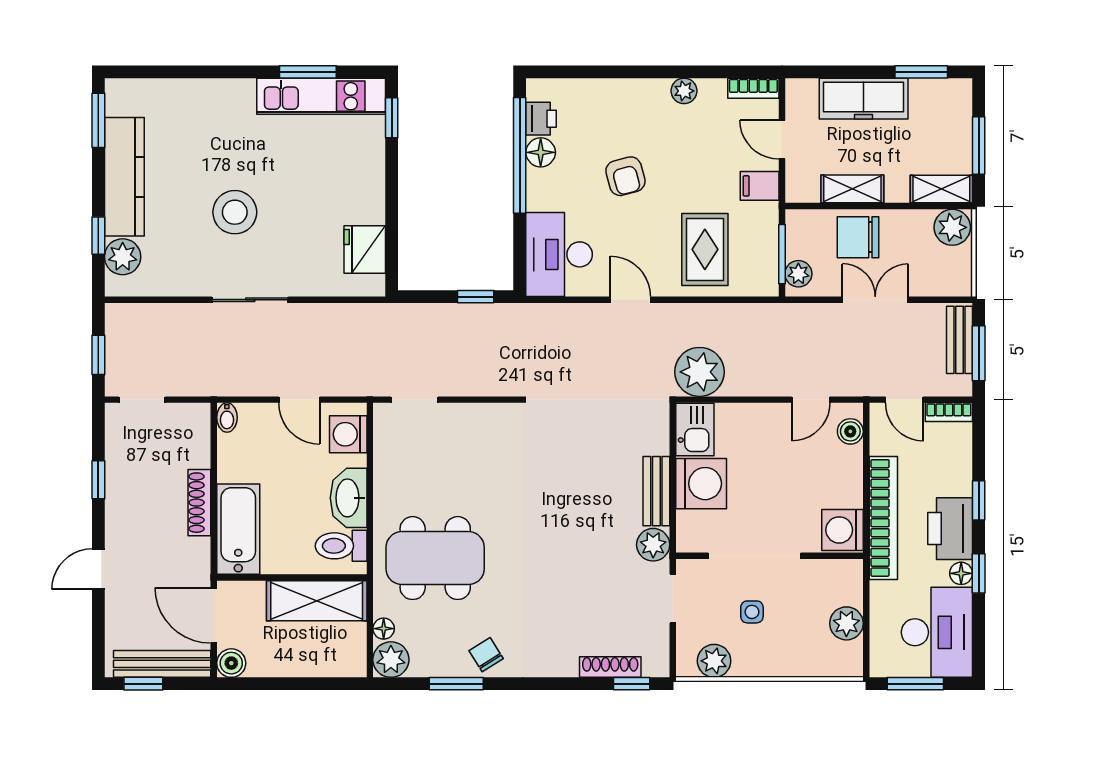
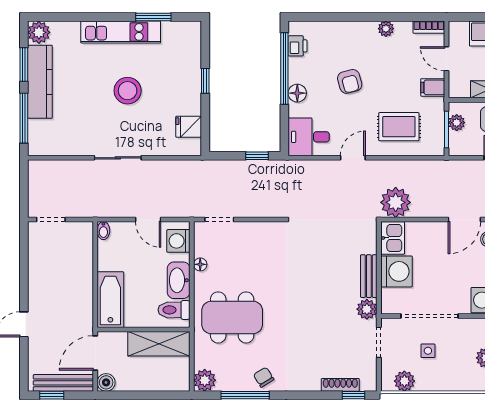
kitchen unit: (321, 96) -> (121, 32), moved
window: (392, 118) -> (205, 81), moved
window: (98, 120) -> (24, 64), moved
floor lamp: (541, 152) -> (297, 93), moved
stool: (235, 212) -> (128, 91), moved
window: (98, 236) -> (24, 118), width x2.17
fridge: (365, 249) -> (189, 127), width x0.72
rug: (705, 249) -> (399, 127), turned 90
desk: (559, 254) -> (309, 137), width x0.73
plant: (123, 257) -> (39, 32), moved
plant: (798, 274) -> (457, 123), moved
door: (630, 300) -> (353, 158), hinge flipped
window: (98, 355) -> (24, 192), removed
door: (811, 400) -> (464, 220), width x1.37
window: (98, 480) -> (24, 269), removed
shoe rack: (199, 503) -> (86, 283), removed
door: (214, 615) -> (95, 353), hinge flipped
floor lamp: (384, 629) -> (200, 264), moved
window: (456, 684) -> (245, 395), width x1.44

